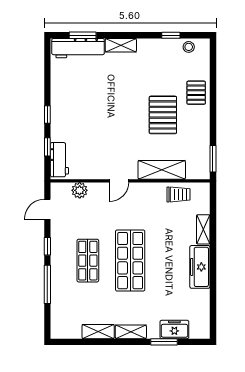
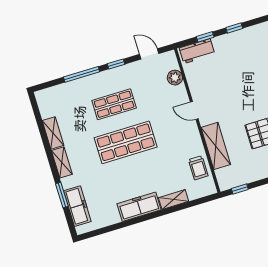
window: (213, 159) -> (240, 189), width x0.67
freezer: (174, 329) -> (77, 206), width x1.40

